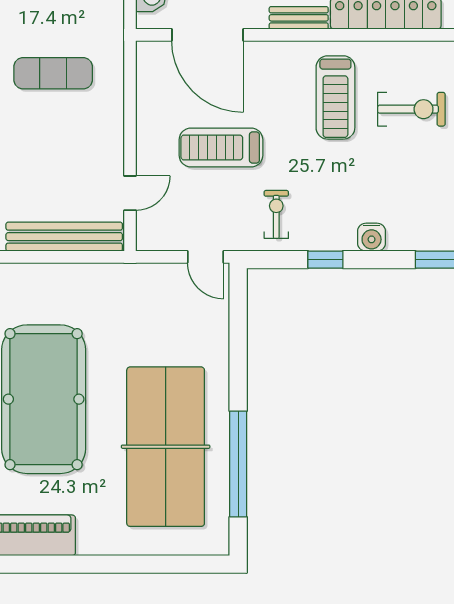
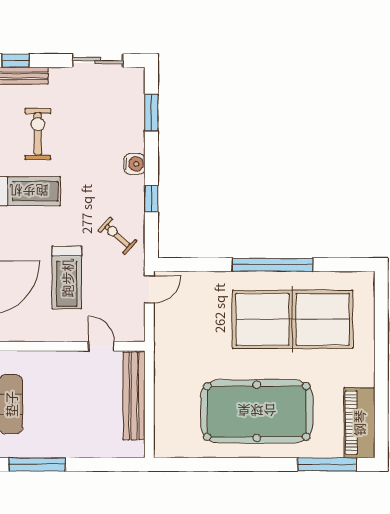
exercise bike: (276, 214) -> (117, 236), turned 42
window: (238, 464) -> (273, 265), moved

